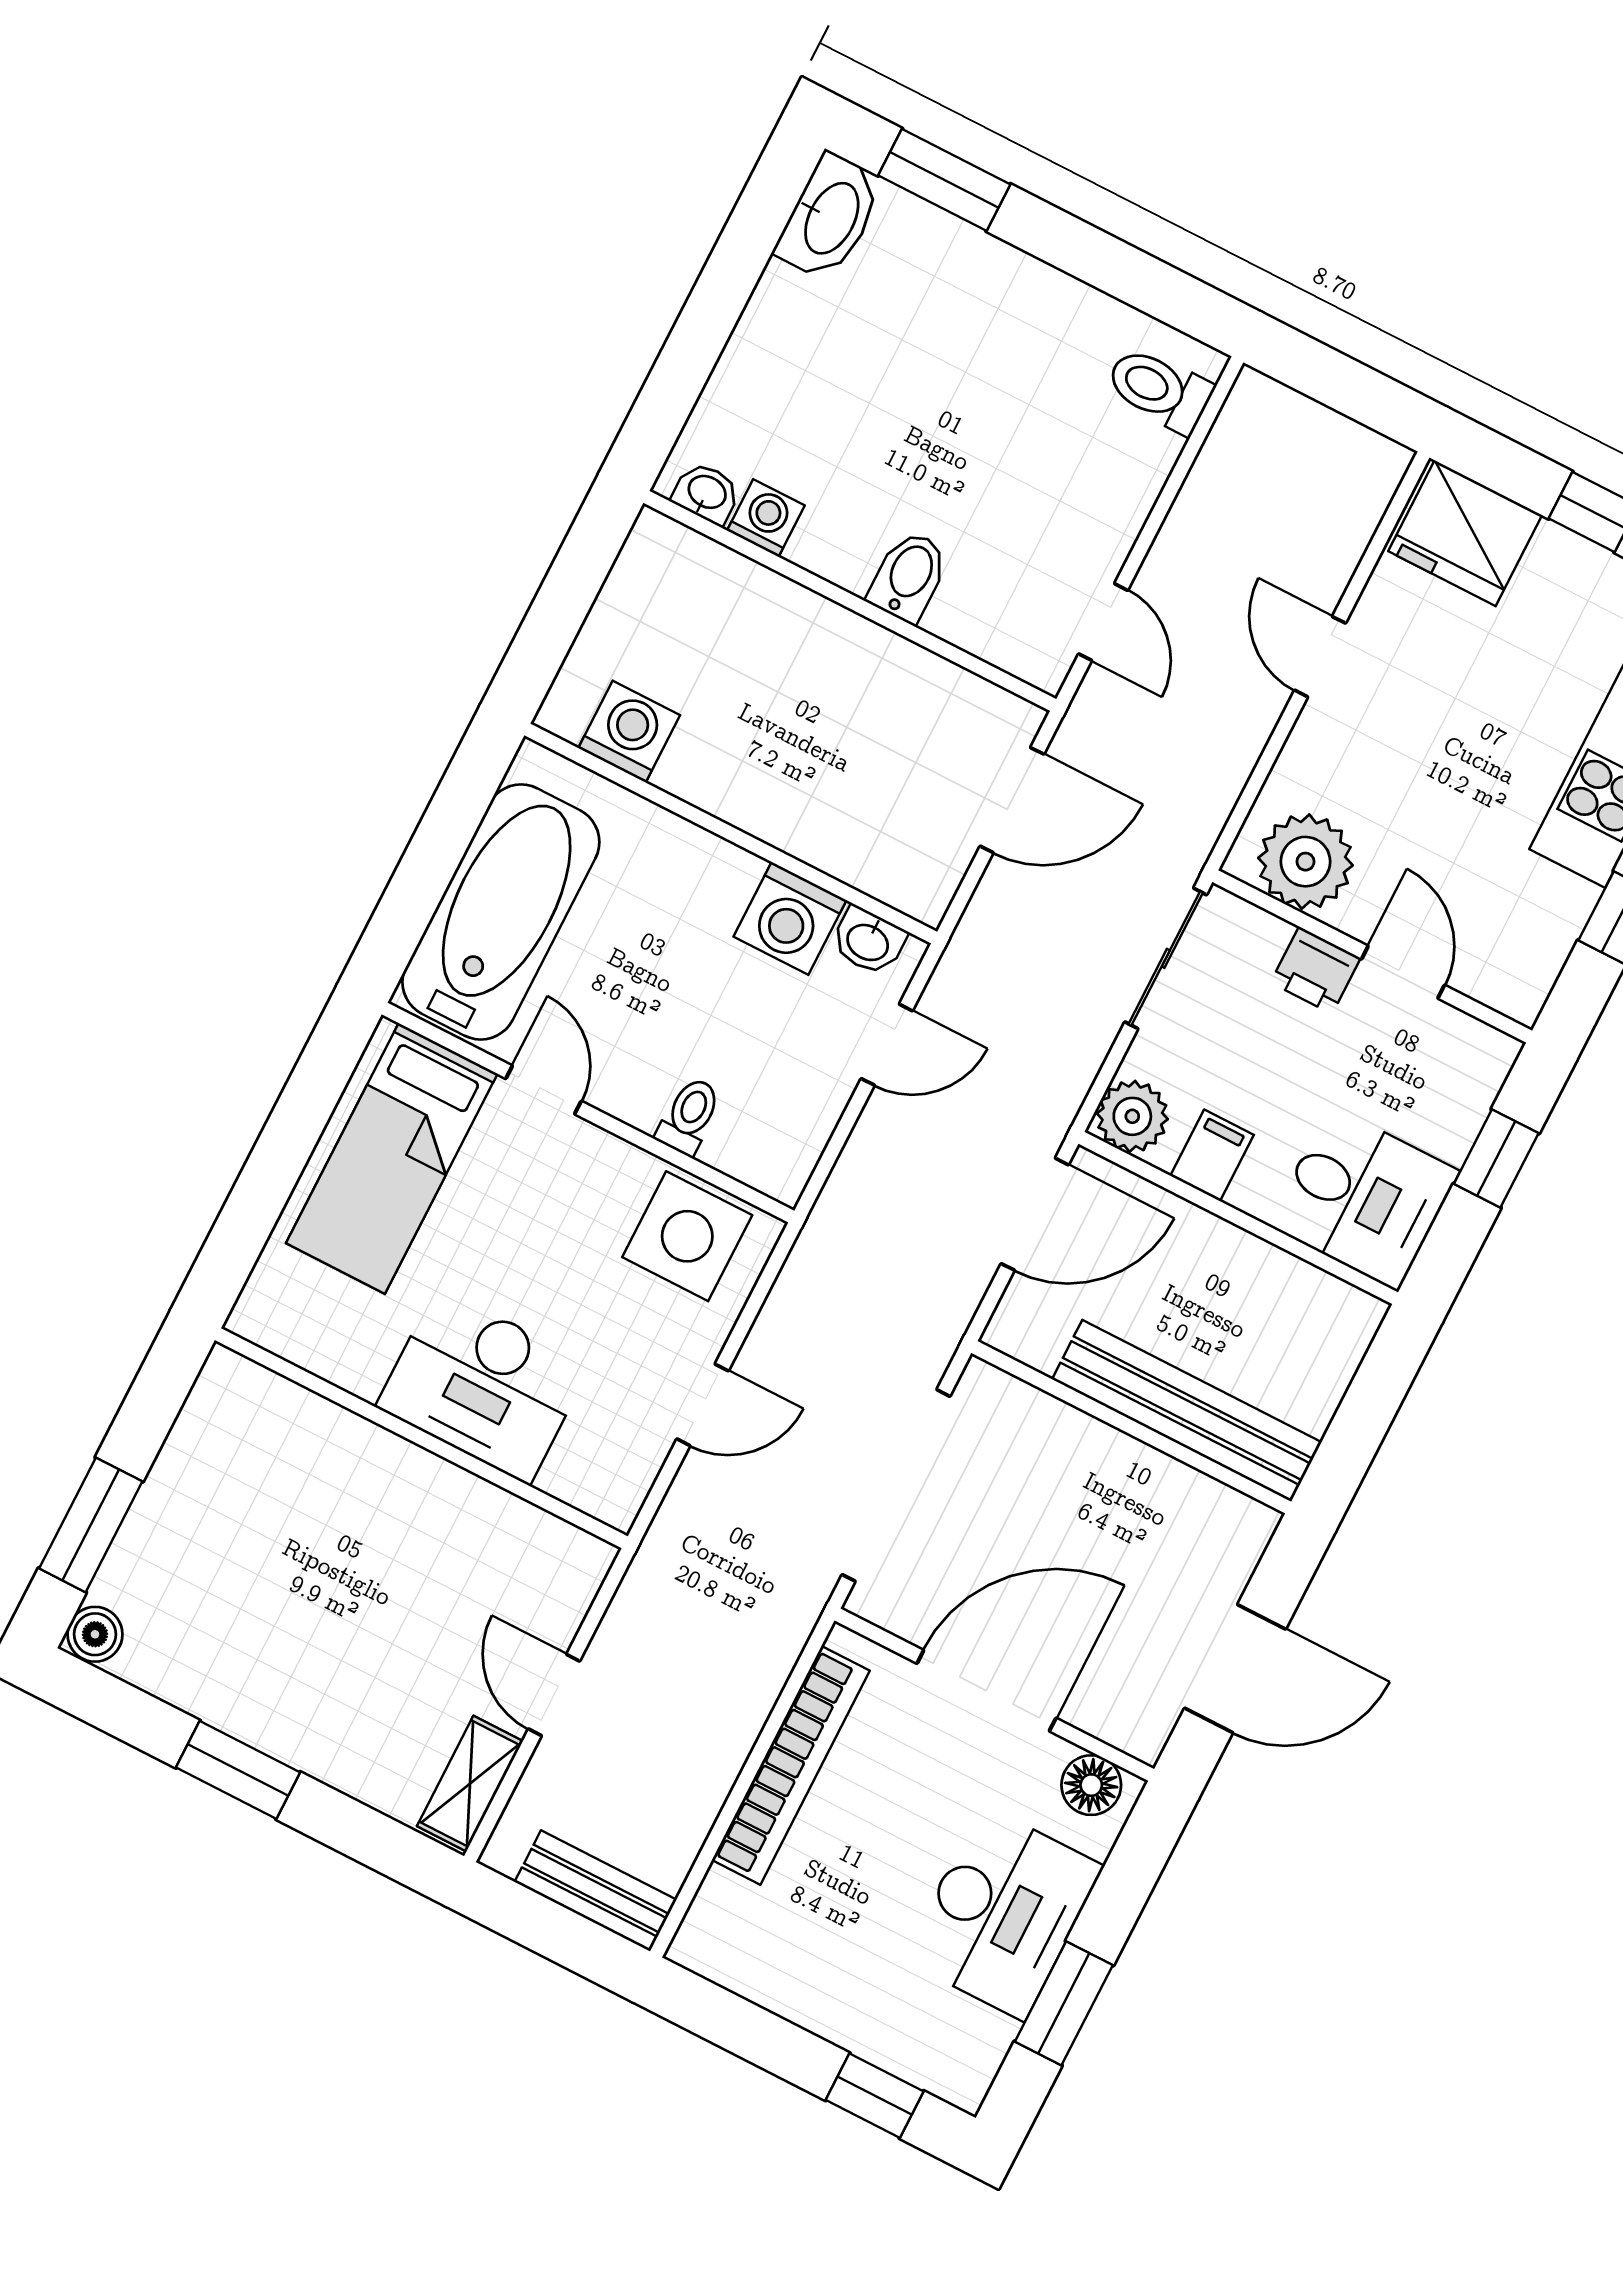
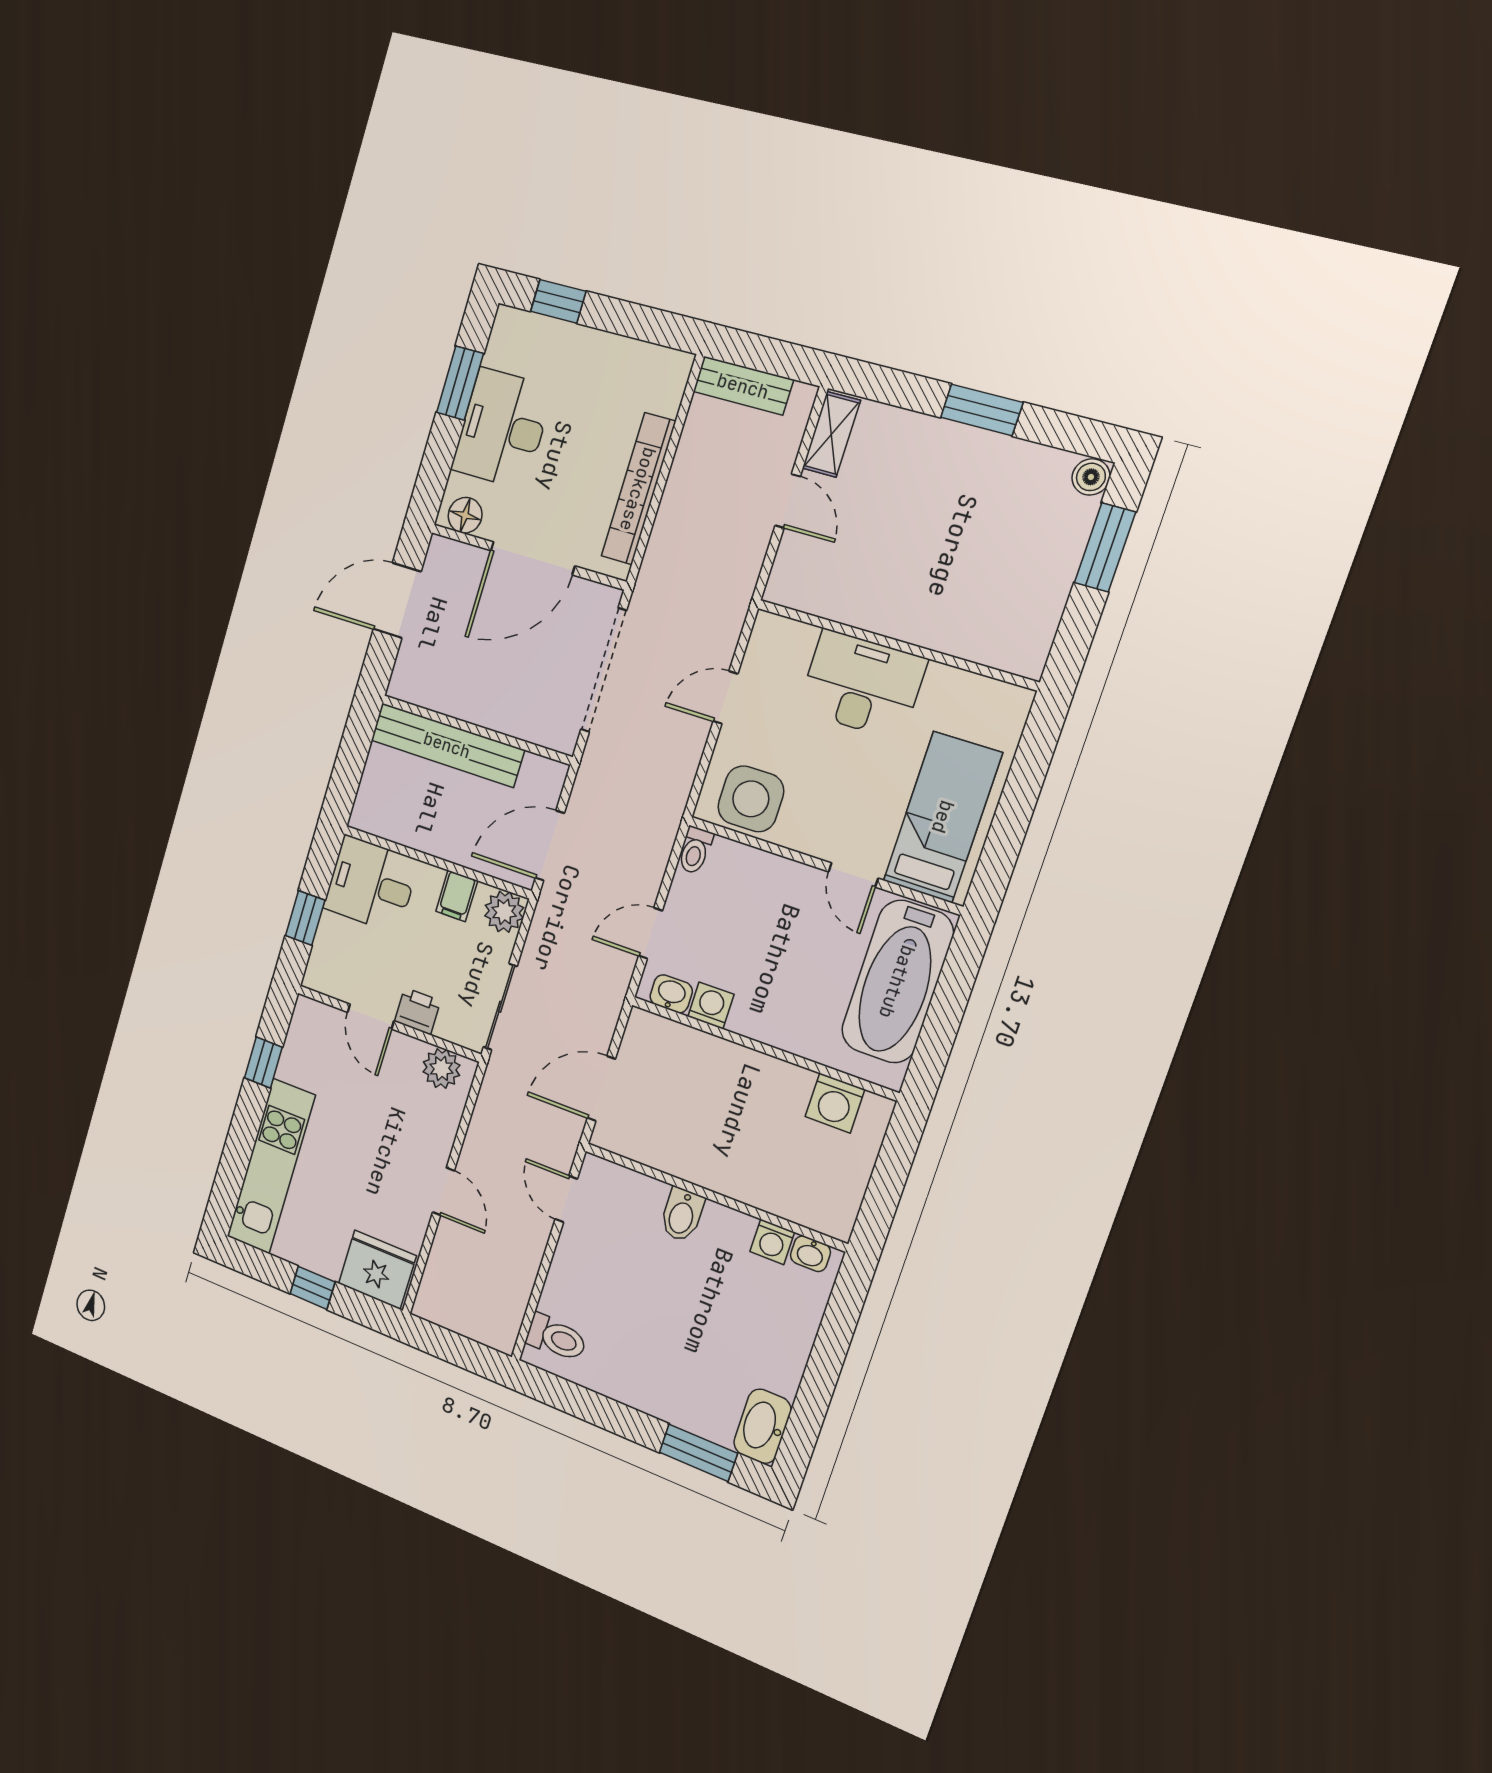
plant: (1306, 862) -> (441, 1069), width x0.73, depth x0.73
washing machine: (790, 918) -> (711, 1006), width x0.73, depth x0.73
toilet: (689, 1116) -> (695, 850), moved

